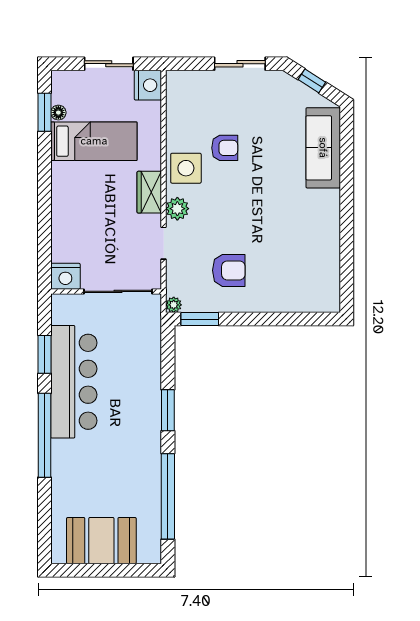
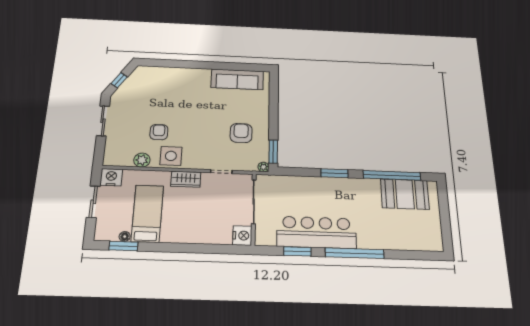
sofa: (323, 148) -> (237, 79), moved
plant: (177, 209) -> (142, 160), moved
booth: (101, 541) -> (405, 194), moved, turned 90

